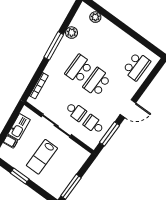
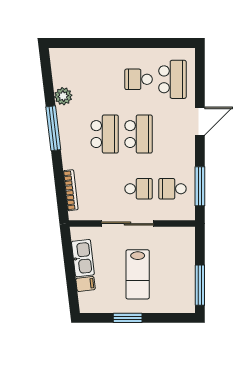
plant: (95, 17) -> (78, 56), removed
school desk: (118, 53) -> (139, 79), added
school desk: (79, 69) -> (105, 134), turned 180
school desk: (97, 82) -> (139, 134), turned 180
door: (128, 109) -> (200, 121), moved

